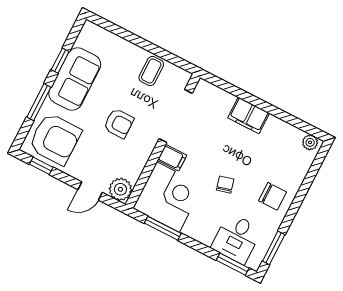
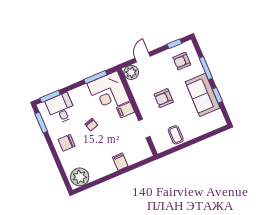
filing cabinet: (249, 115) -> (120, 162), width x0.50
doorway: (176, 116) -> (144, 128), width x0.53
armchair: (55, 139) -> (182, 61), width x0.53, depth x0.53
plant: (310, 142) -> (80, 177), width x1.87, depth x1.87

